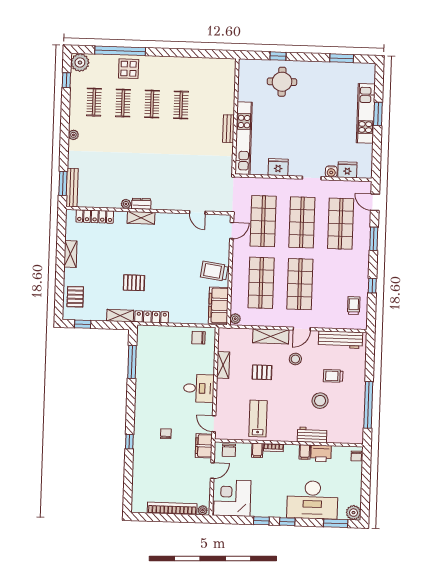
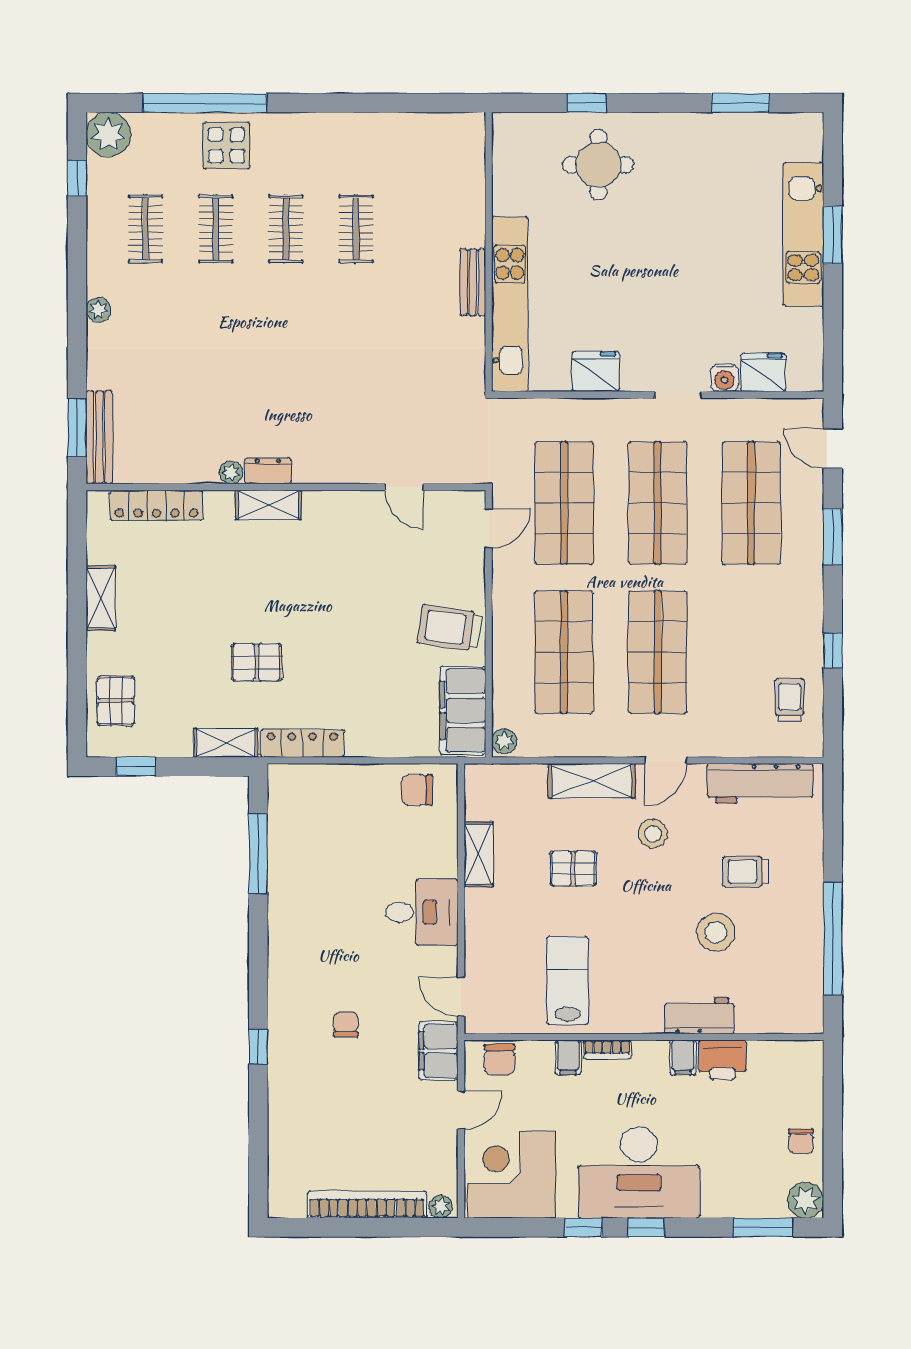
chair: (356, 456) -> (801, 1141), moved
desk: (312, 500) -> (639, 1173), moved

